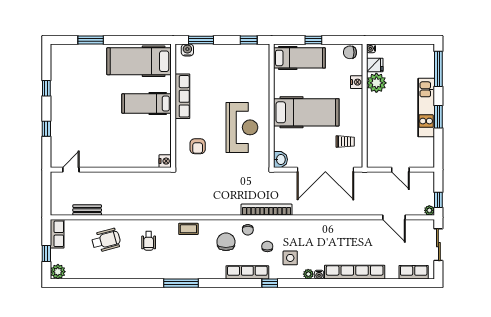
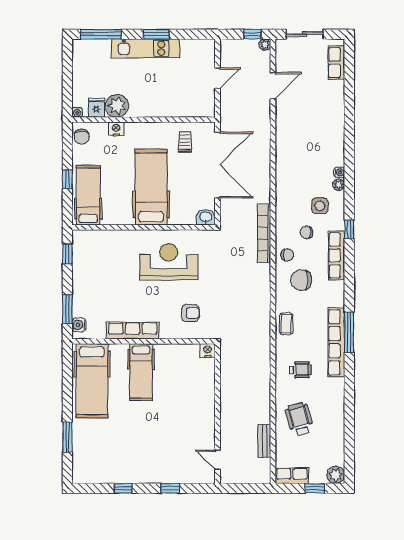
row of seats: (355, 272) -> (336, 342), moved

